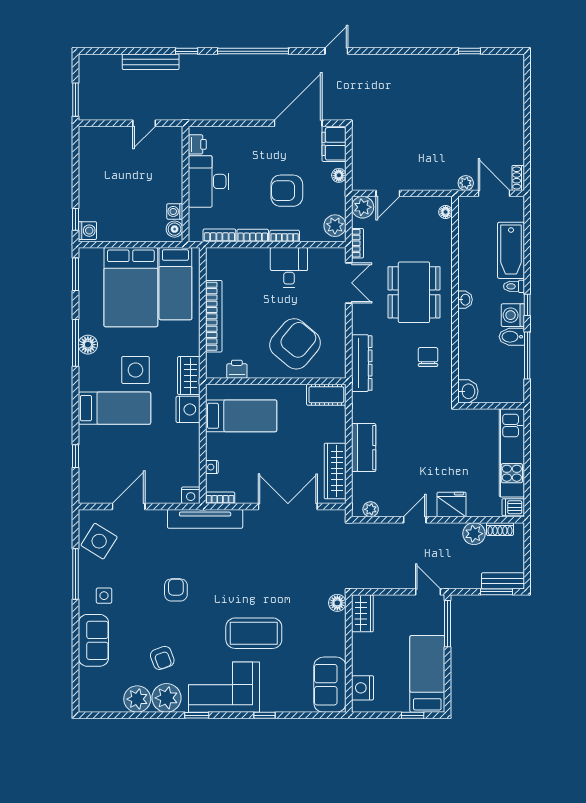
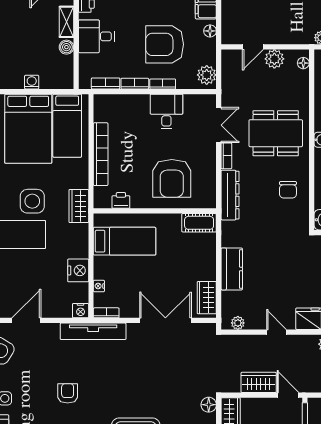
shelving: (175, 165) -> (66, 22), added
desk: (209, 181) -> (96, 36), width x0.73
armchair: (287, 191) -> (165, 44), width x1.36, depth x1.36
plant: (363, 207) -> (274, 59), moved
washing machine: (175, 211) -> (32, 82), moved, turned 90
boiler: (175, 229) -> (66, 47), moved
bookcase: (358, 243) -> (226, 156), moved
dining table: (414, 292) -> (276, 133), turned 90
armchair: (295, 344) -> (172, 178), turned 140
chair: (428, 357) -> (288, 190), turned 180
nightstand: (188, 409) -> (78, 270), moved
wardrobe: (335, 471) -> (207, 298), width x0.67
door: (415, 520) -> (276, 332), hinge flipped
wardrobe: (394, 577) -> (259, 382), added

